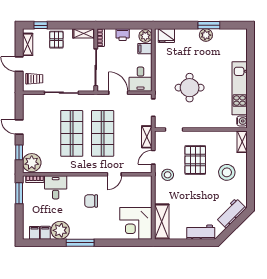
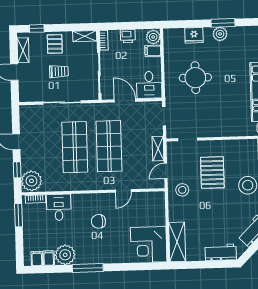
fridge: (166, 36) -> (194, 35), moved
trolley: (34, 79) -> (59, 72), moved
round table: (190, 88) -> (195, 78), moved

